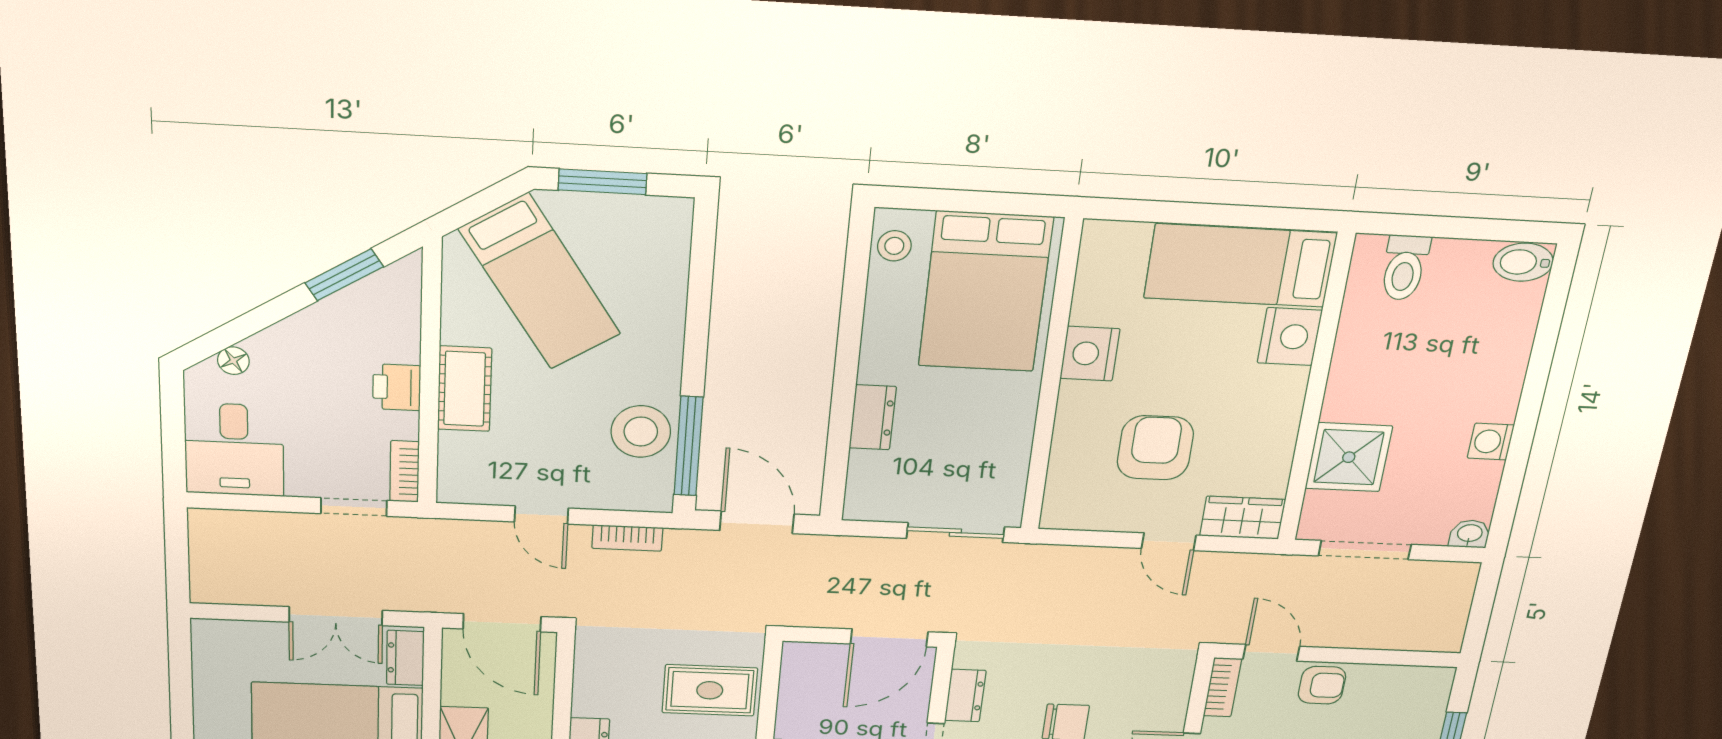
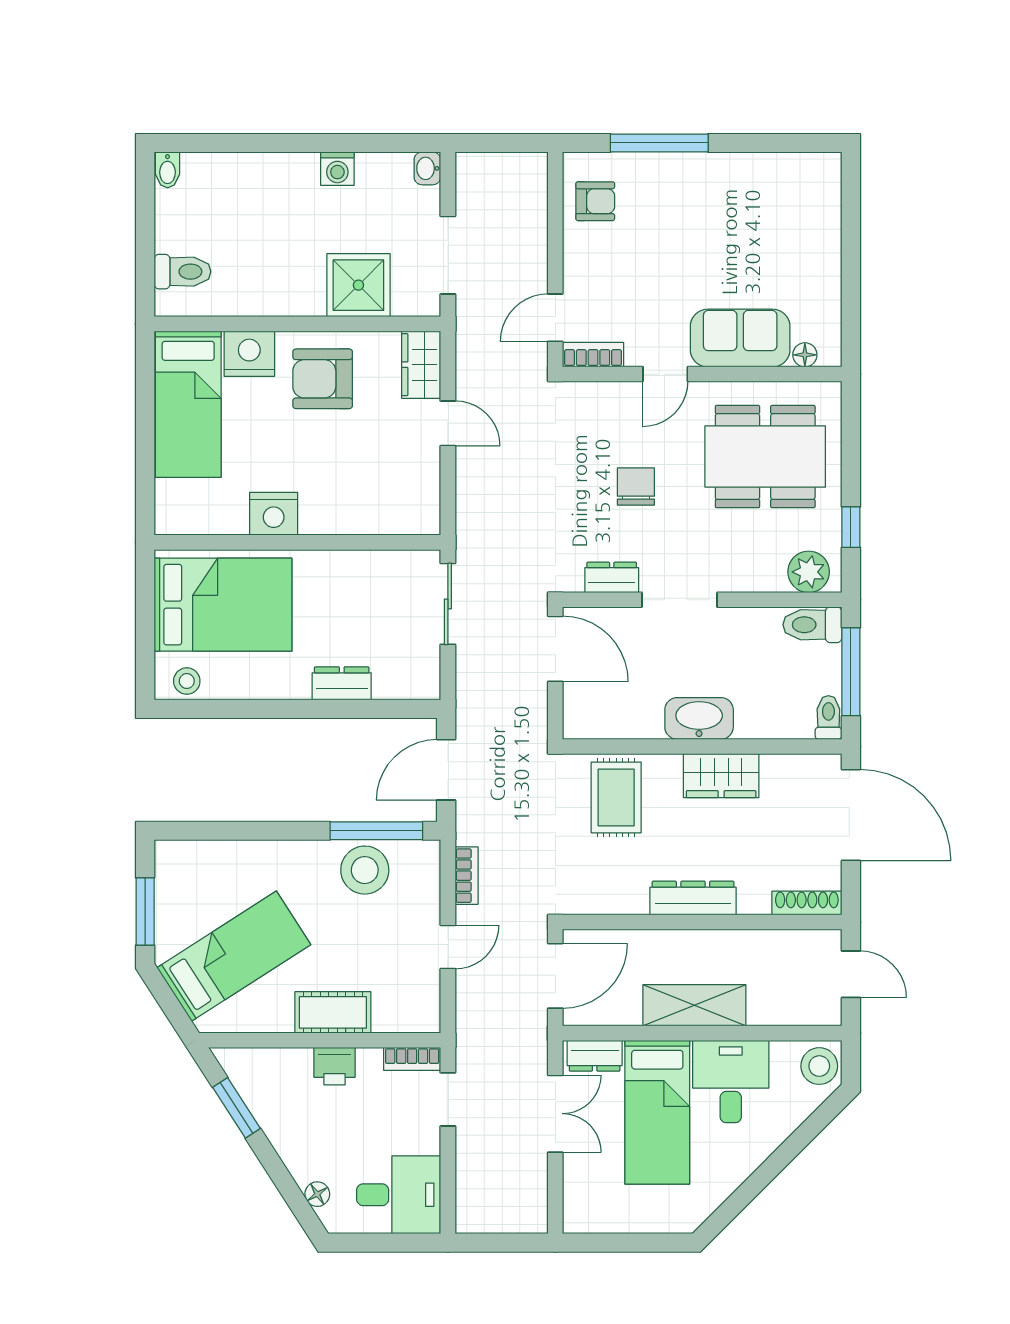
bidet: (1523, 262) -> (168, 170), width x0.72, depth x0.74
armchair: (1155, 448) -> (323, 379), moved
door: (1169, 542) -> (448, 423), hinge flipped
armchair: (1322, 685) -> (595, 201), moved, turned 90

